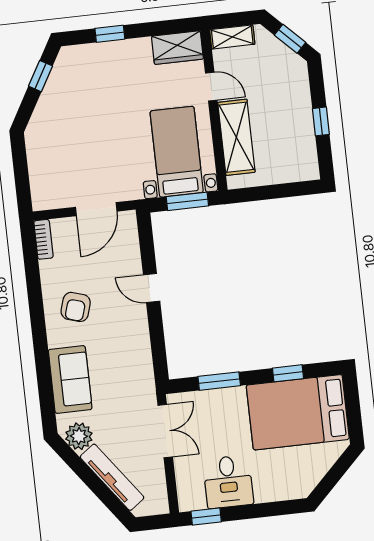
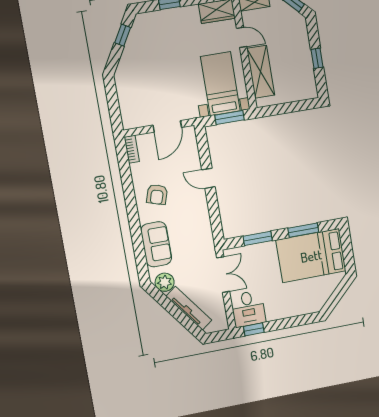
window: (288, 373) -> (303, 230), width x1.50
desk: (228, 482) -> (248, 309), moved

